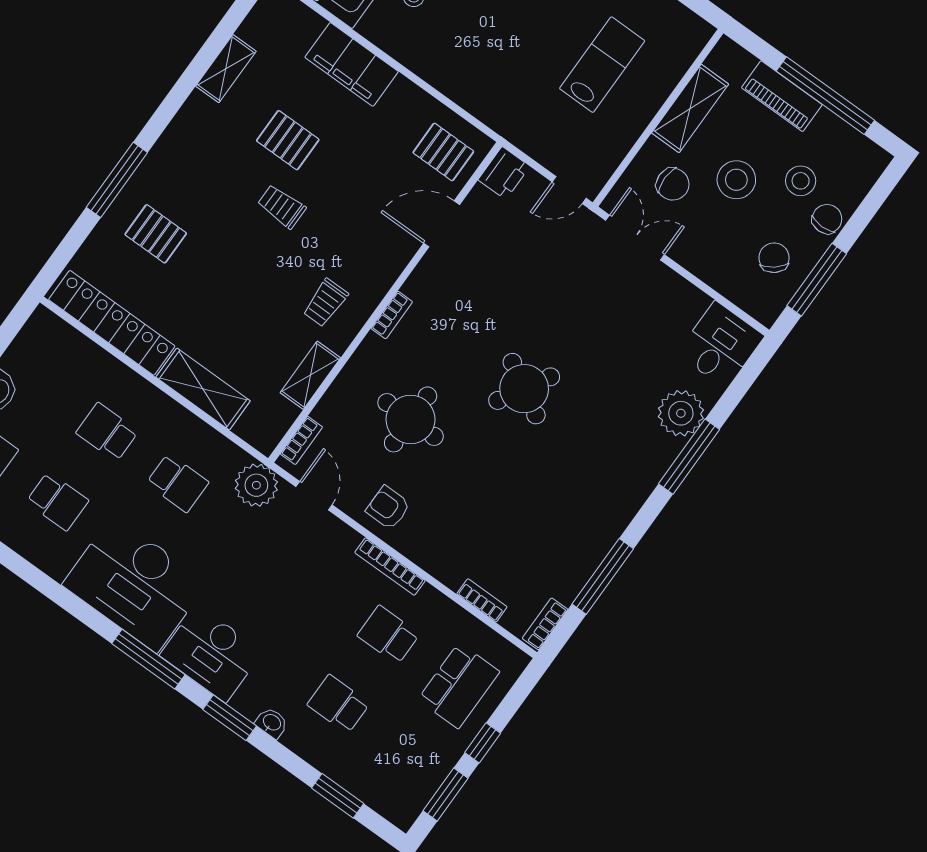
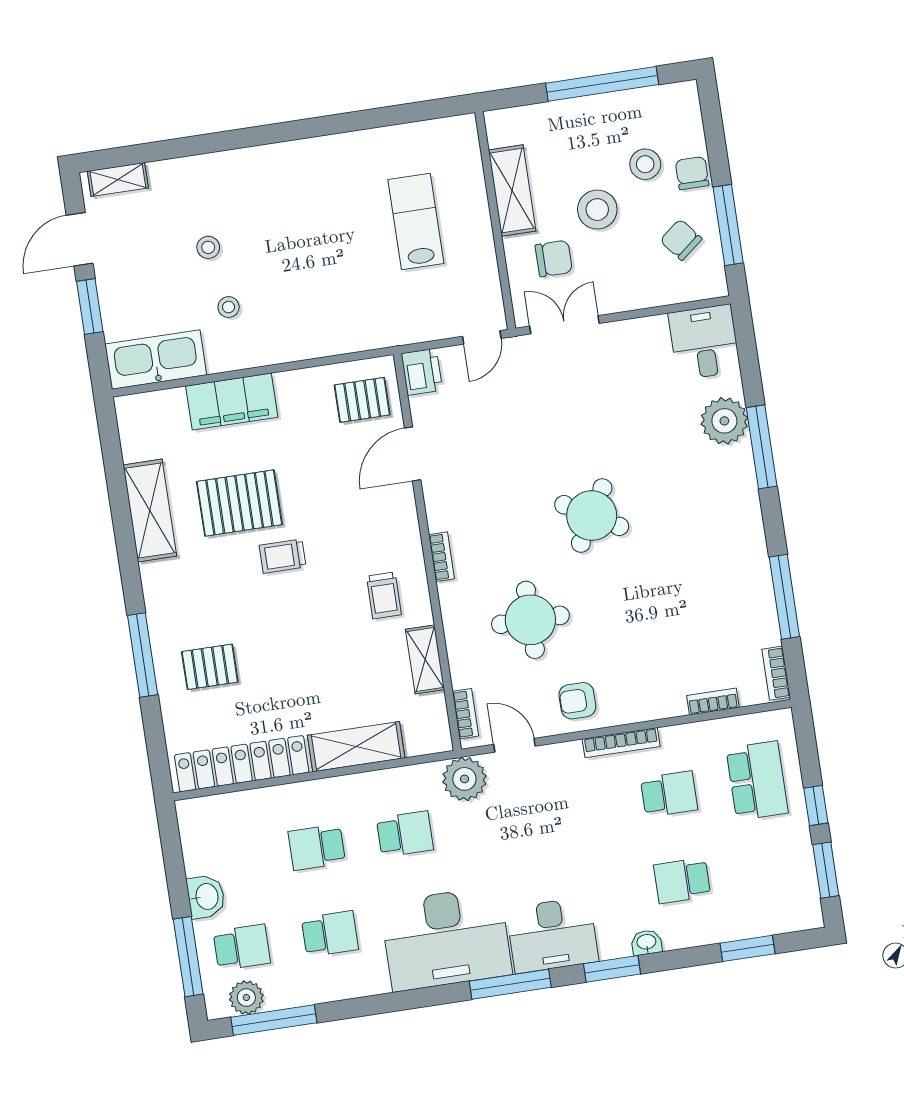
shelving: (226, 69) -> (150, 511), width x1.50, depth x1.33
piano: (782, 96) -> (571, 116), removed
pallet: (288, 140) -> (239, 503), width x1.50, depth x1.42
school desk: (388, 635) -> (669, 794), turned 180

